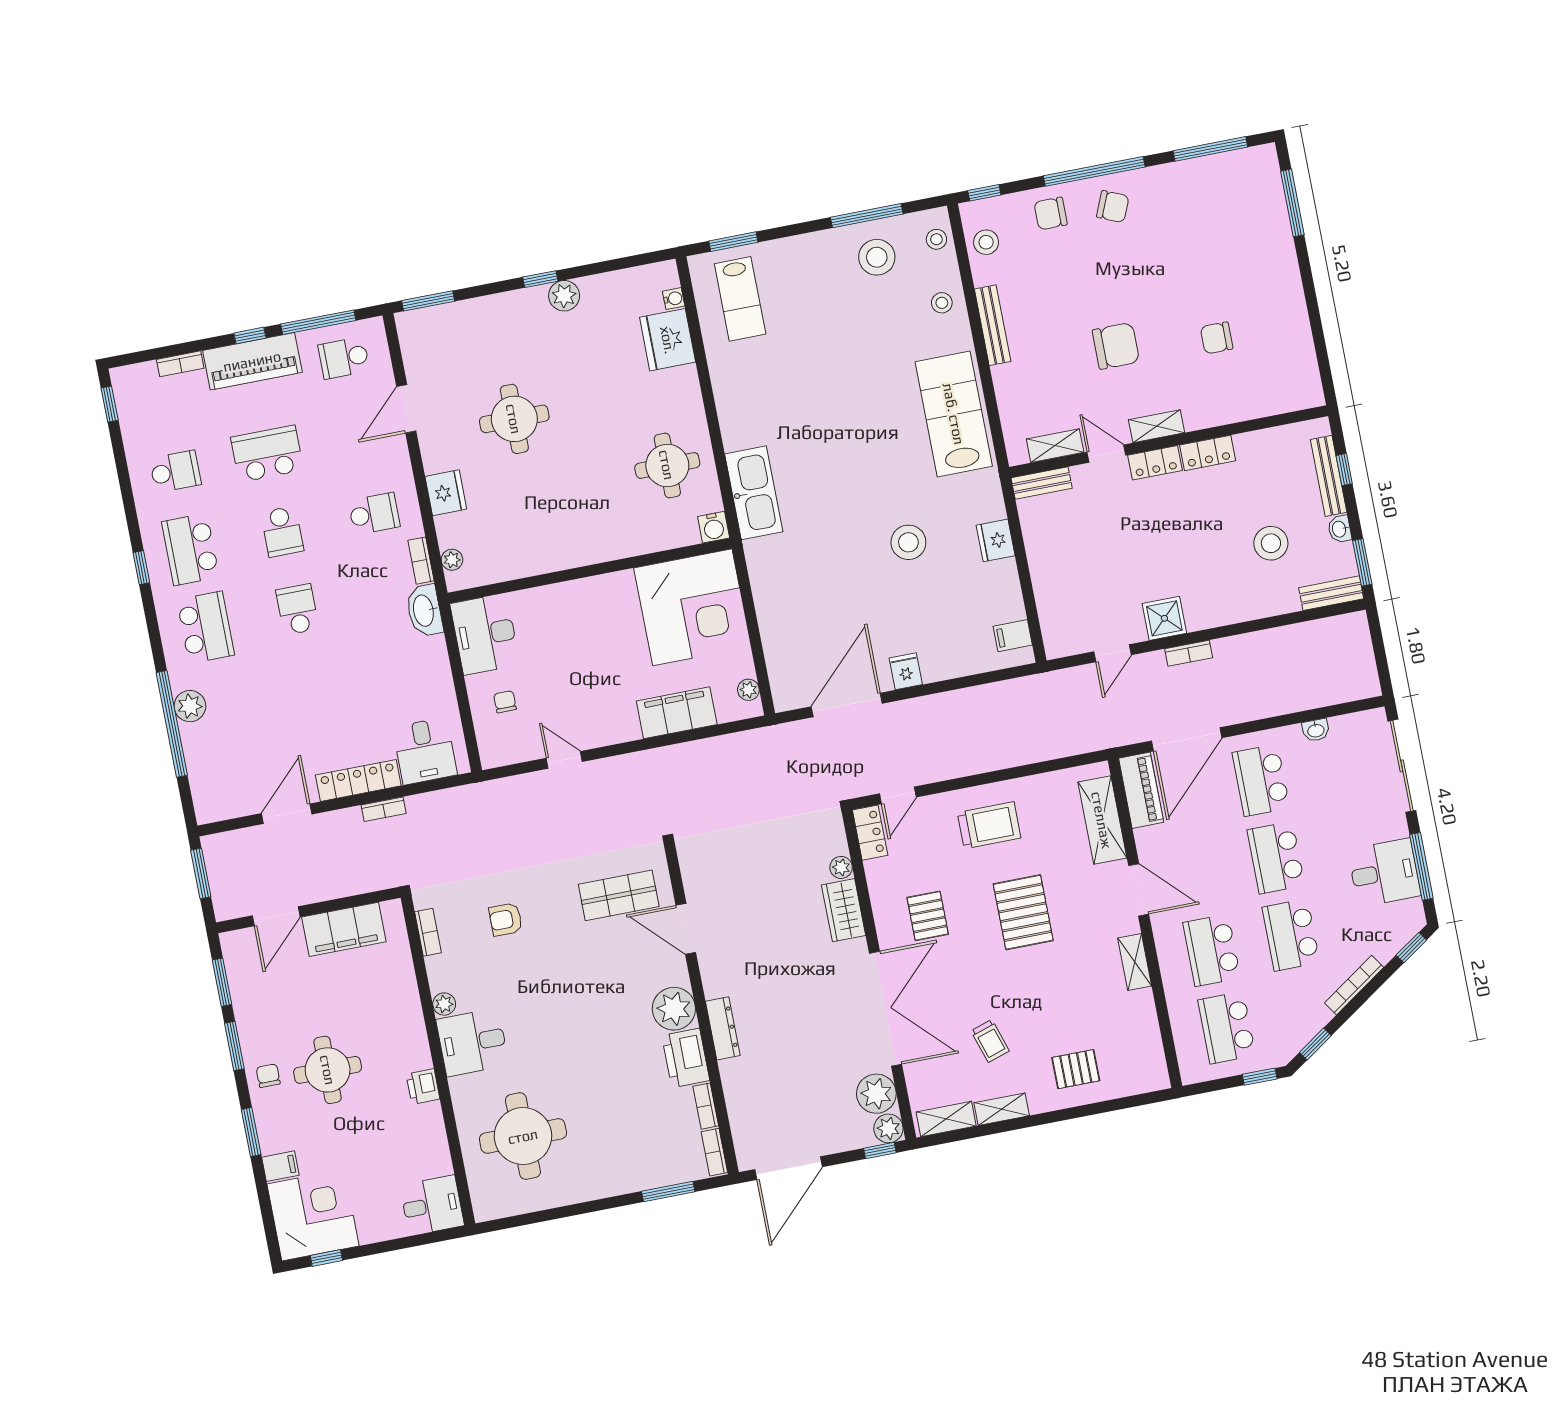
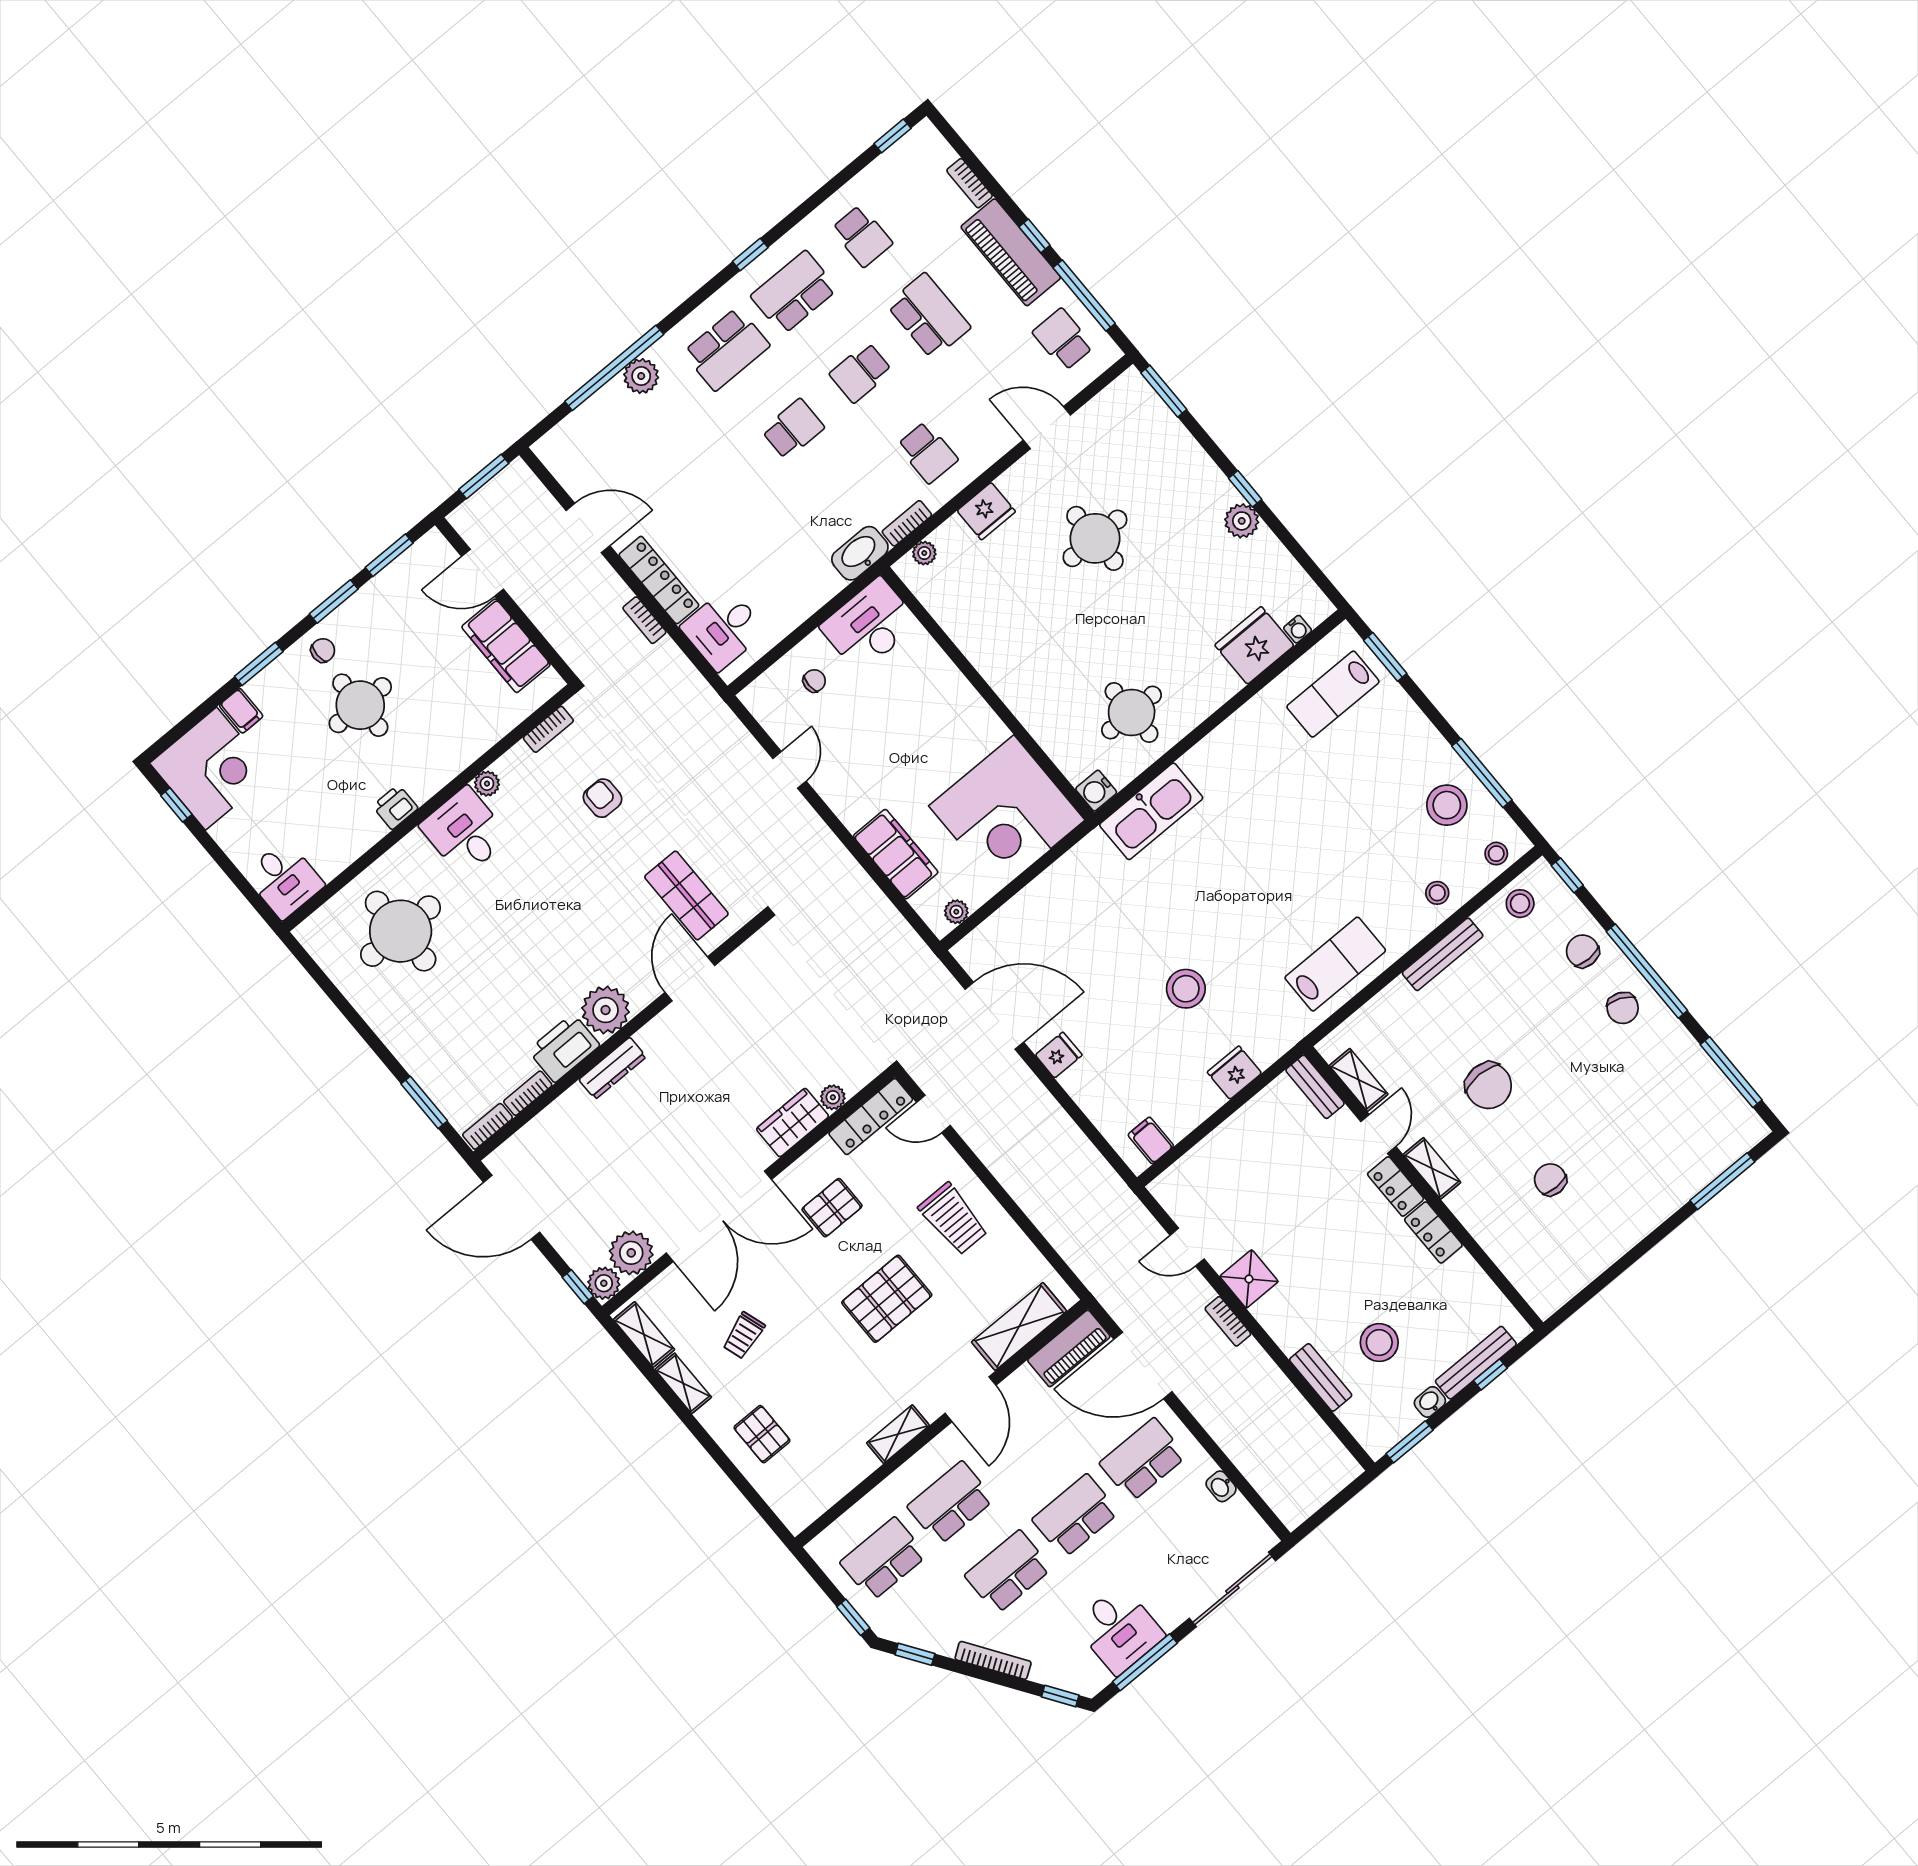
lab bench: (954, 414) -> (1335, 964), width x0.73, depth x0.72
bench: (1331, 593) -> (1321, 1377), moved
locker: (870, 833) -> (871, 1117), width x1.53

